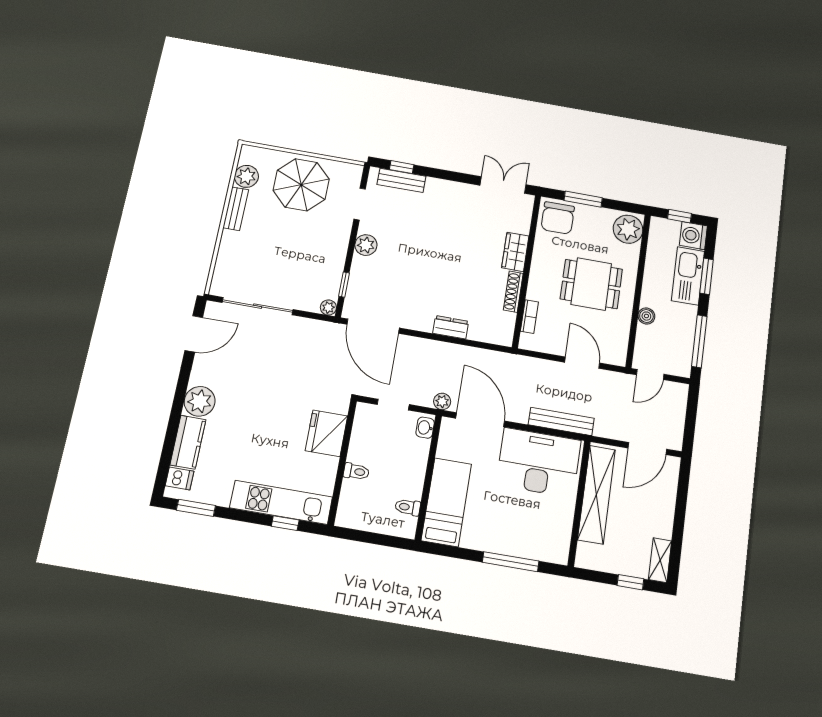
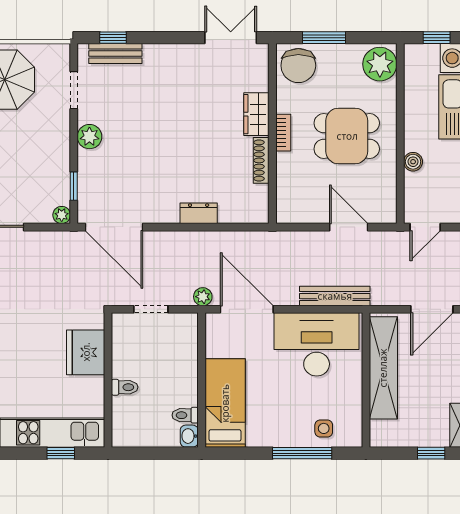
bookcase: (529, 317) -> (283, 133), moved
washbasin: (425, 428) -> (189, 436), moved
side table: (534, 542) -> (324, 428), added

